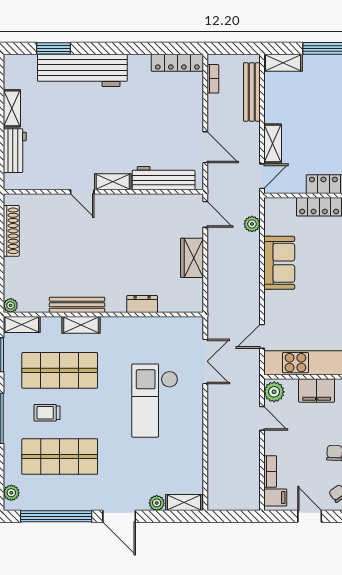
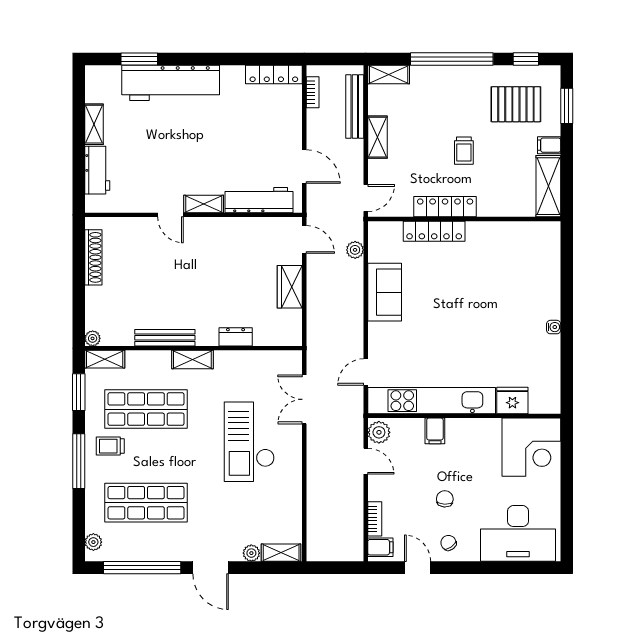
shelving: (273, 143) -> (377, 137), moved
shelving: (81, 325) -> (192, 360), moved
double door: (205, 361) -> (304, 399), swing flipped
filing cabinet: (317, 390) -> (435, 431), width x0.50
trolley: (47, 413) -> (110, 446), moved

